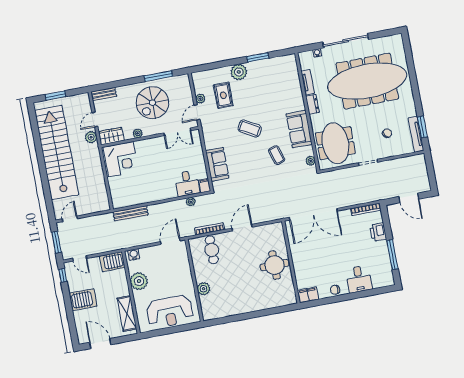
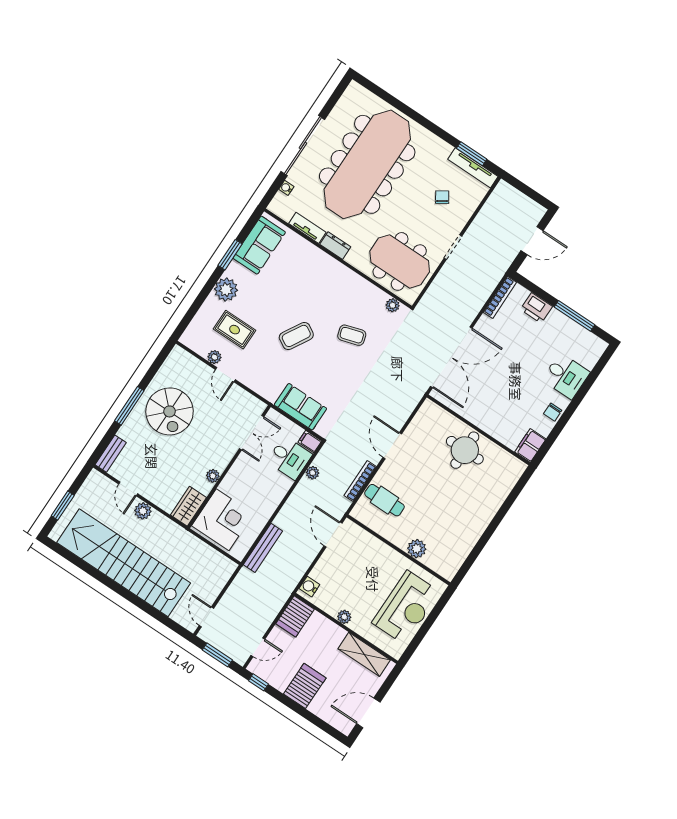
window: (158, 76) -> (129, 406), moved
sofa: (299, 129) -> (259, 245), moved, turned -90
double door: (177, 132) -> (252, 433), moved
plant: (138, 133) -> (213, 476), moved
wardrobe: (111, 136) -> (188, 506), moved
wall: (150, 137) -> (229, 467), moved
corner desk: (121, 159) -> (223, 520), moved
plant: (139, 281) -> (344, 617), width x0.53, depth x0.53

